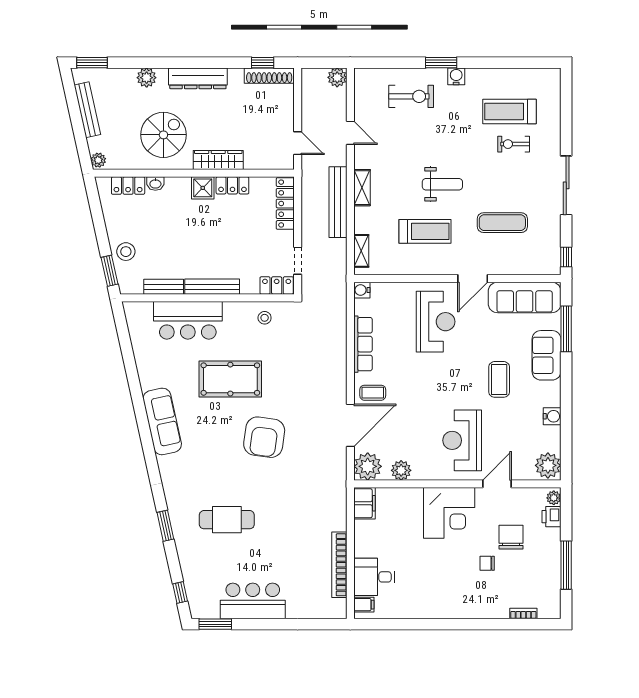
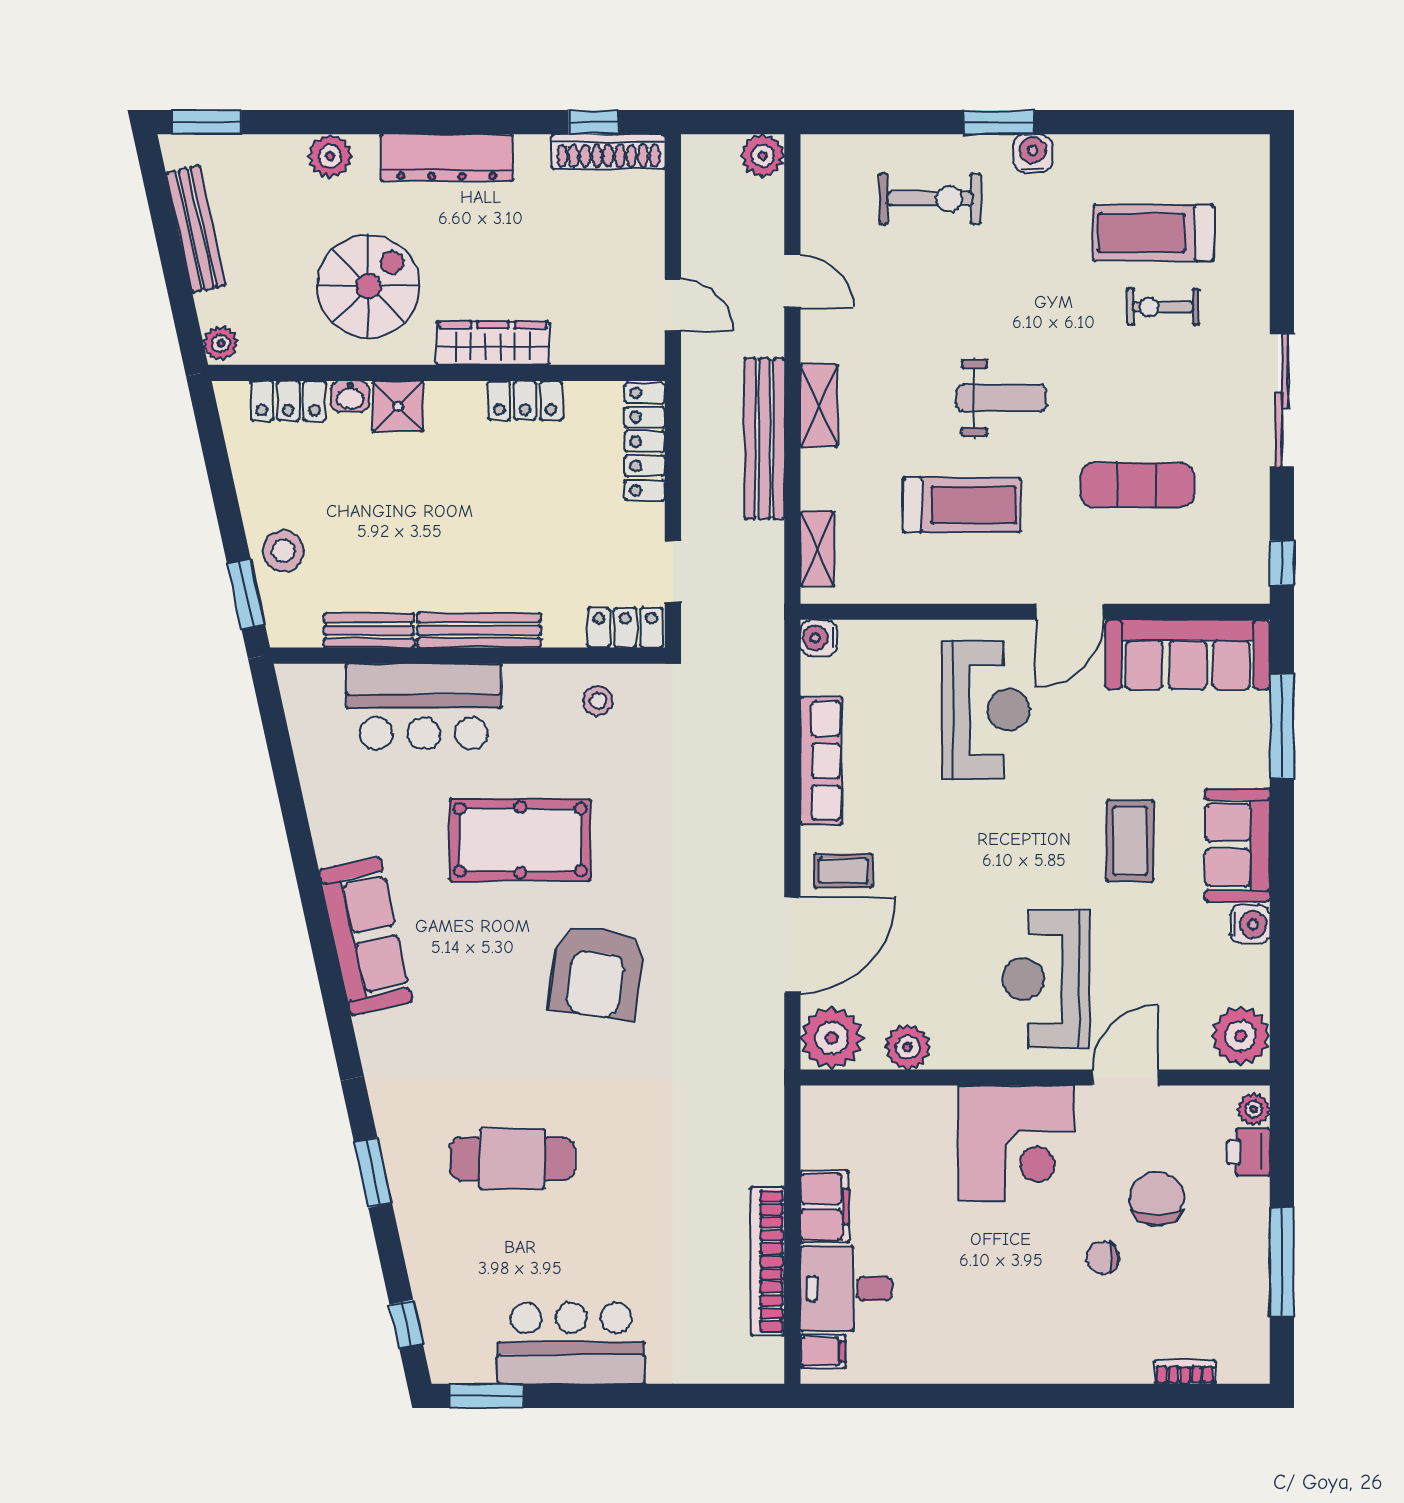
shower: (203, 188) -> (398, 406), moved
sofa: (547, 355) -> (1237, 845), moved
filing cabinet: (364, 503) -> (824, 1207), moved

